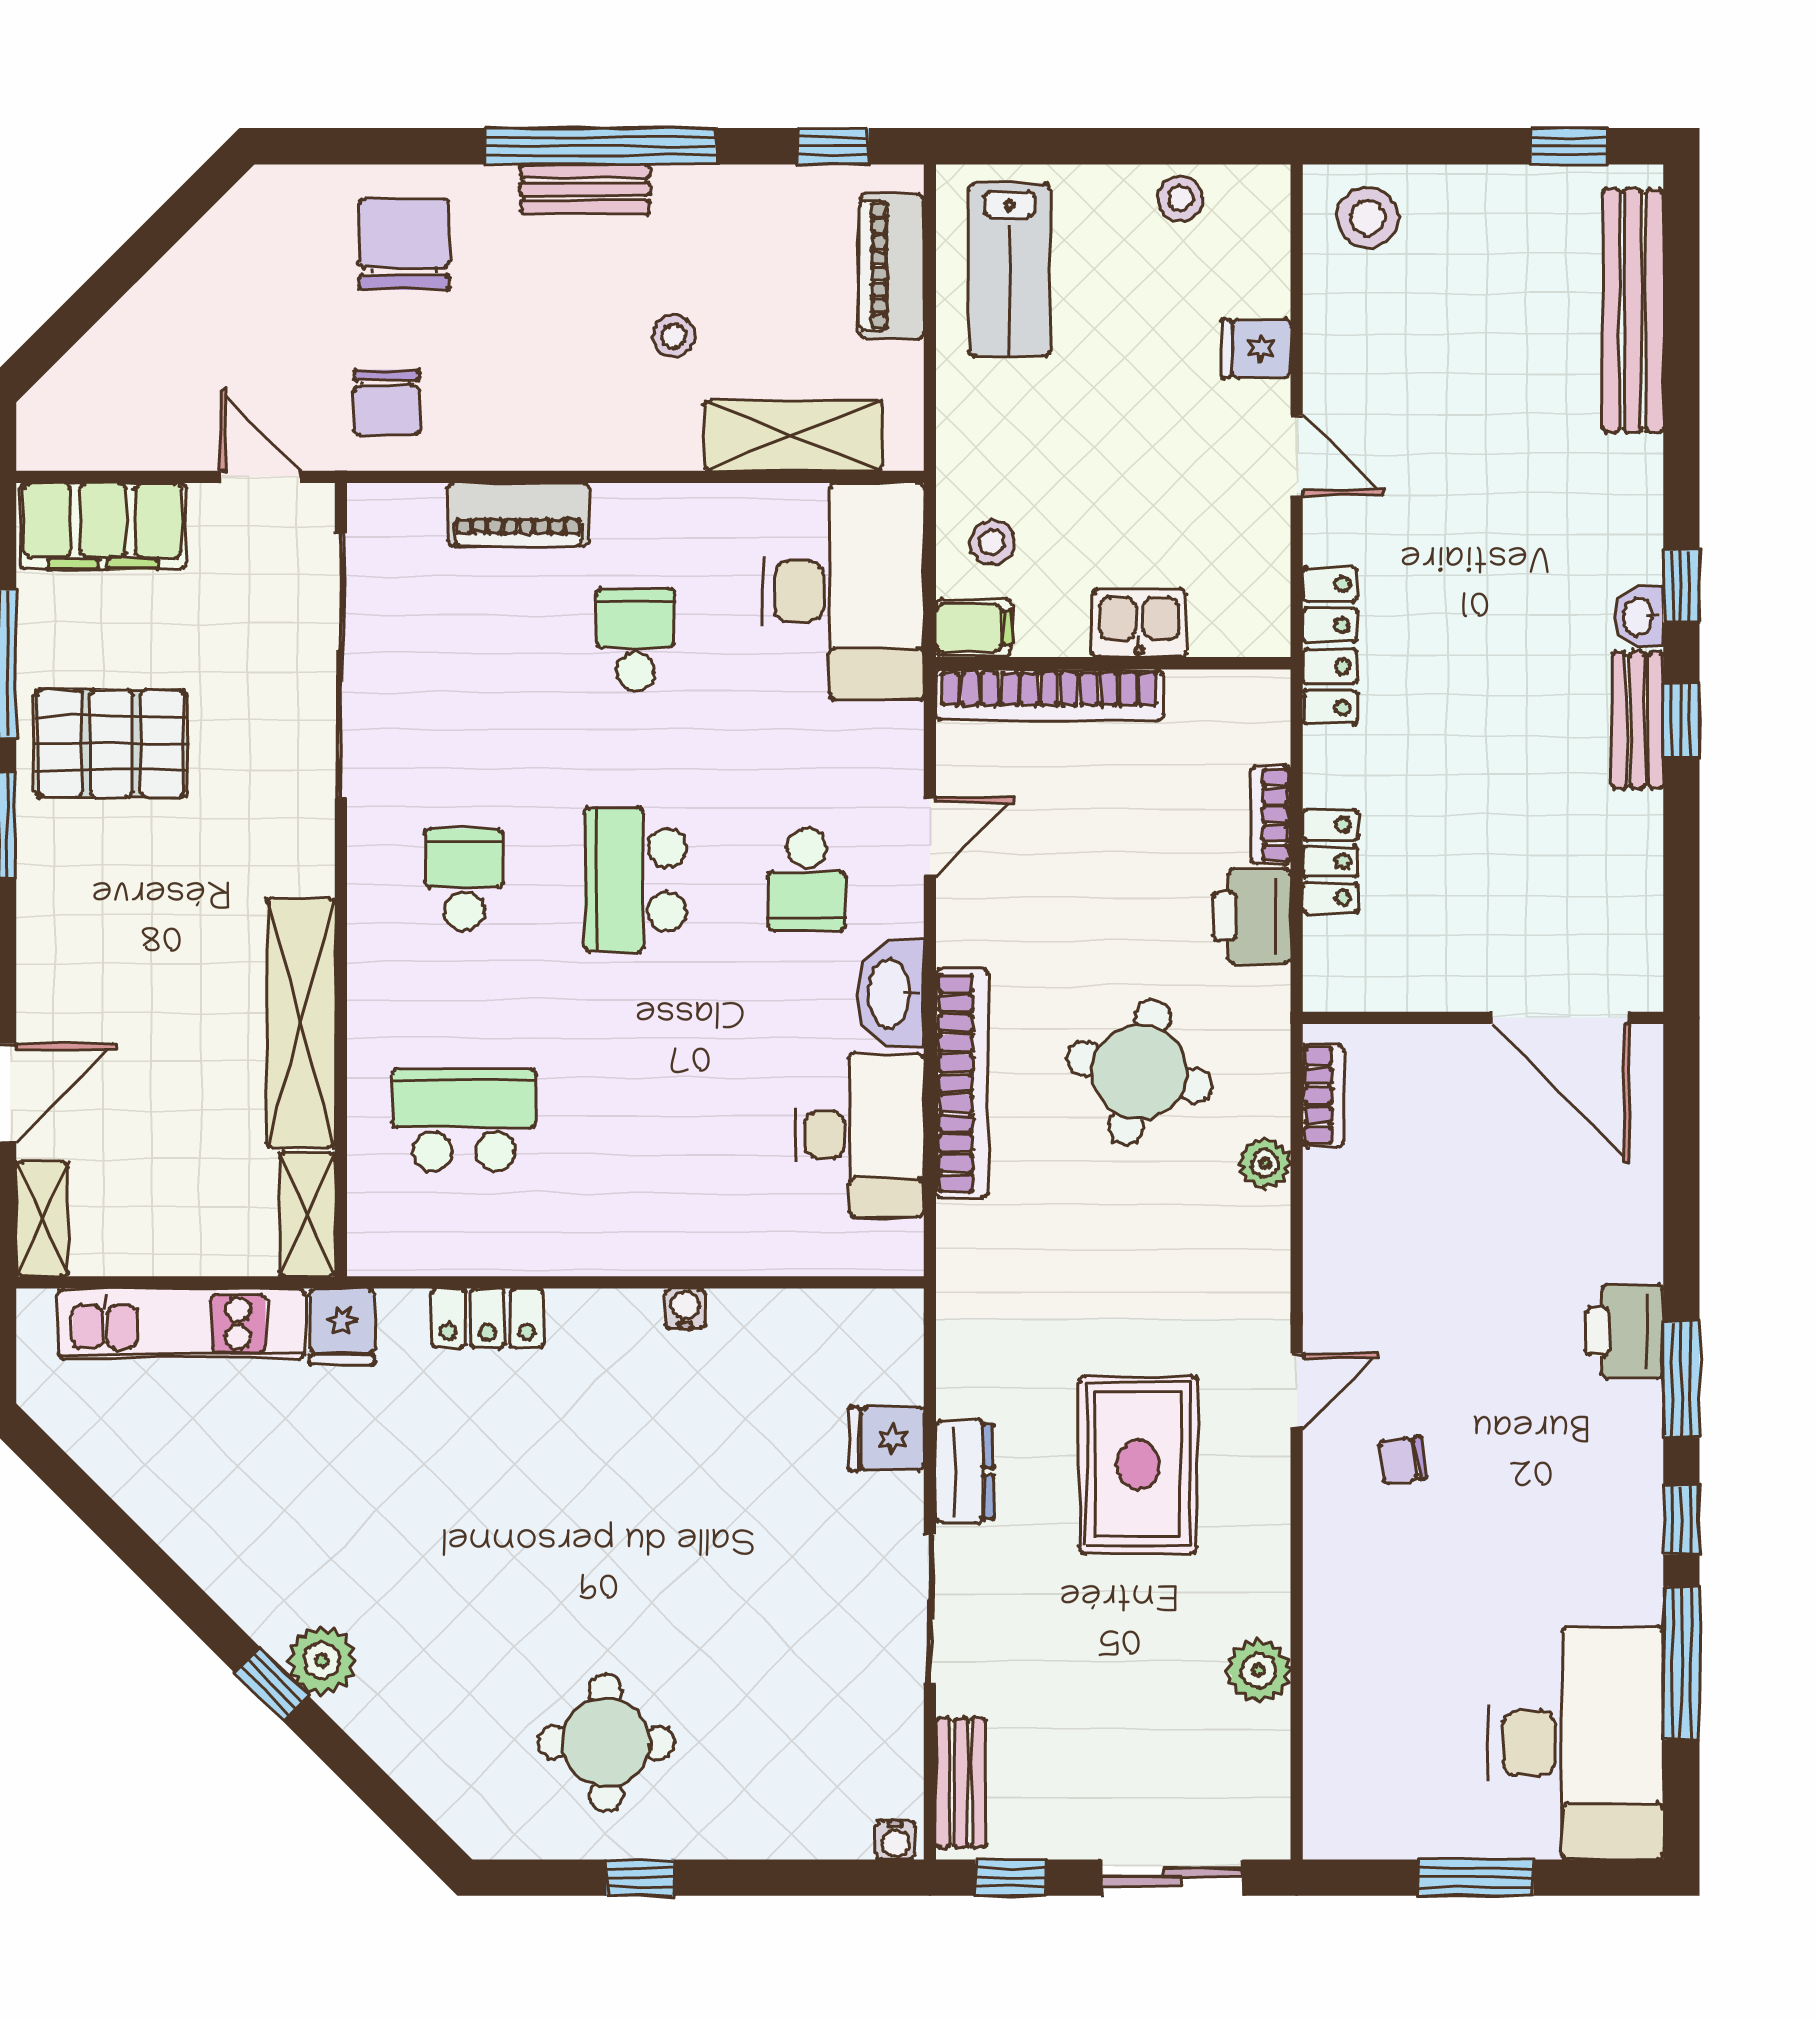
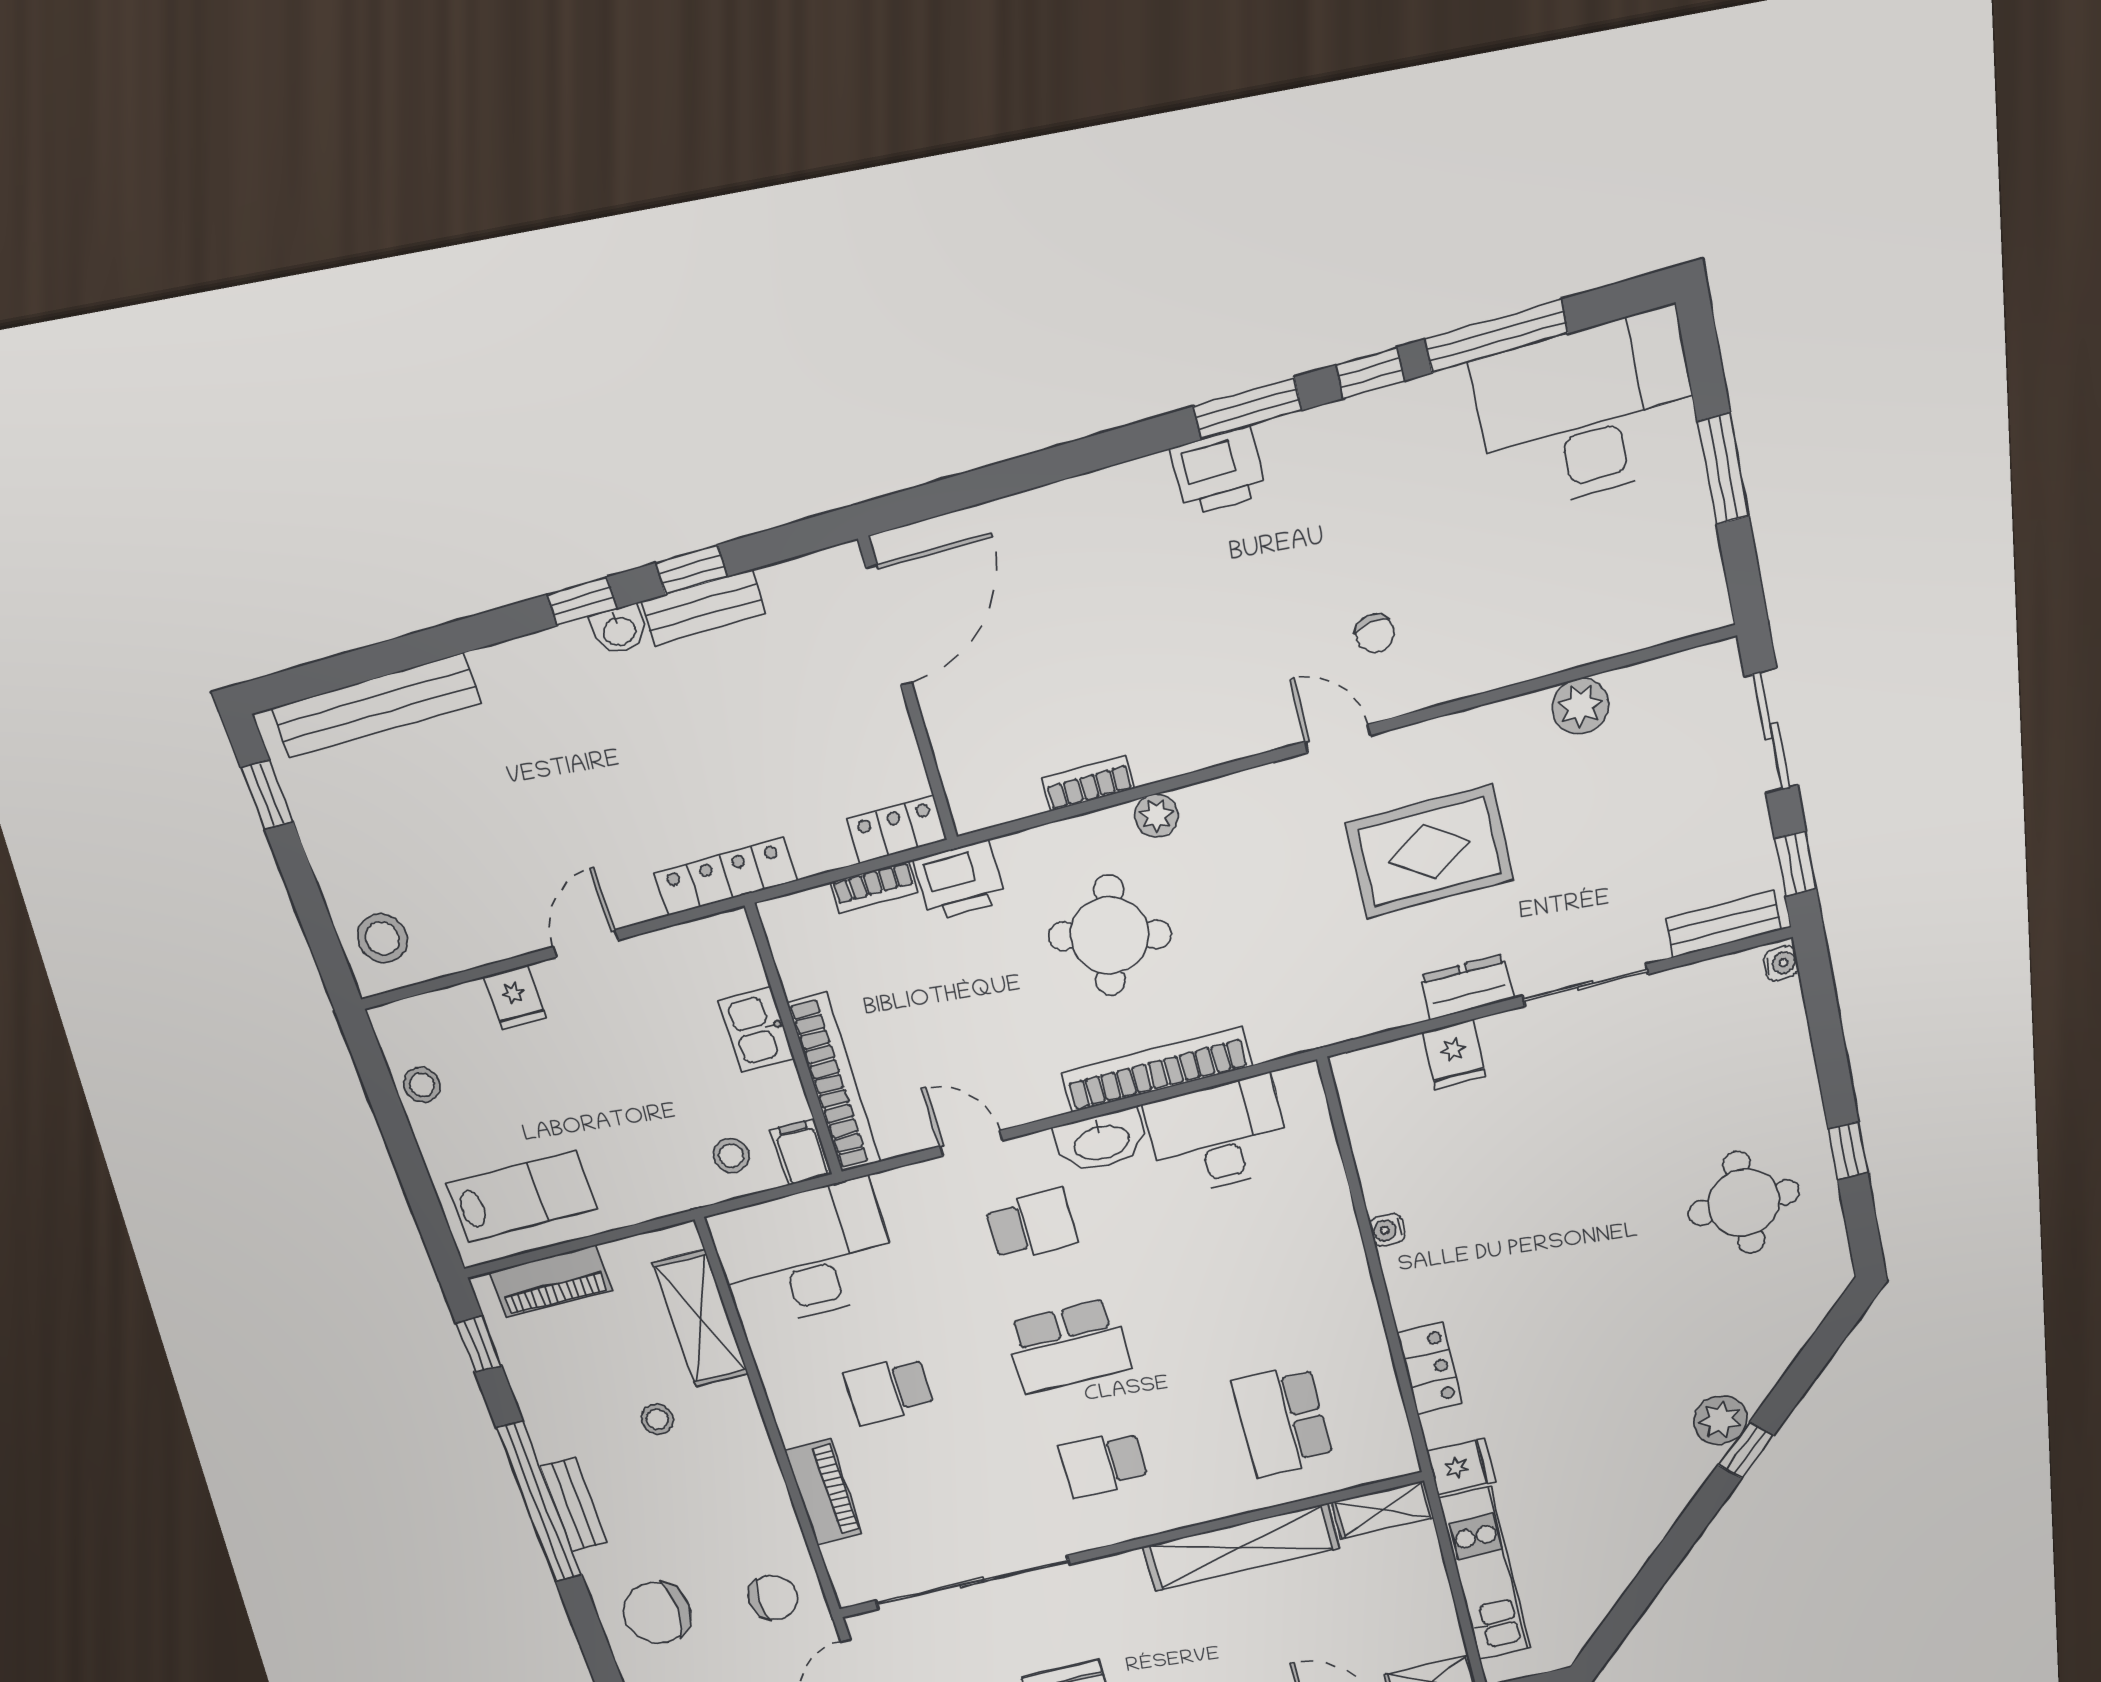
wall: (1483, 1018) -> (908, 691), moved
door: (1560, 1018) -> (889, 626), moved

